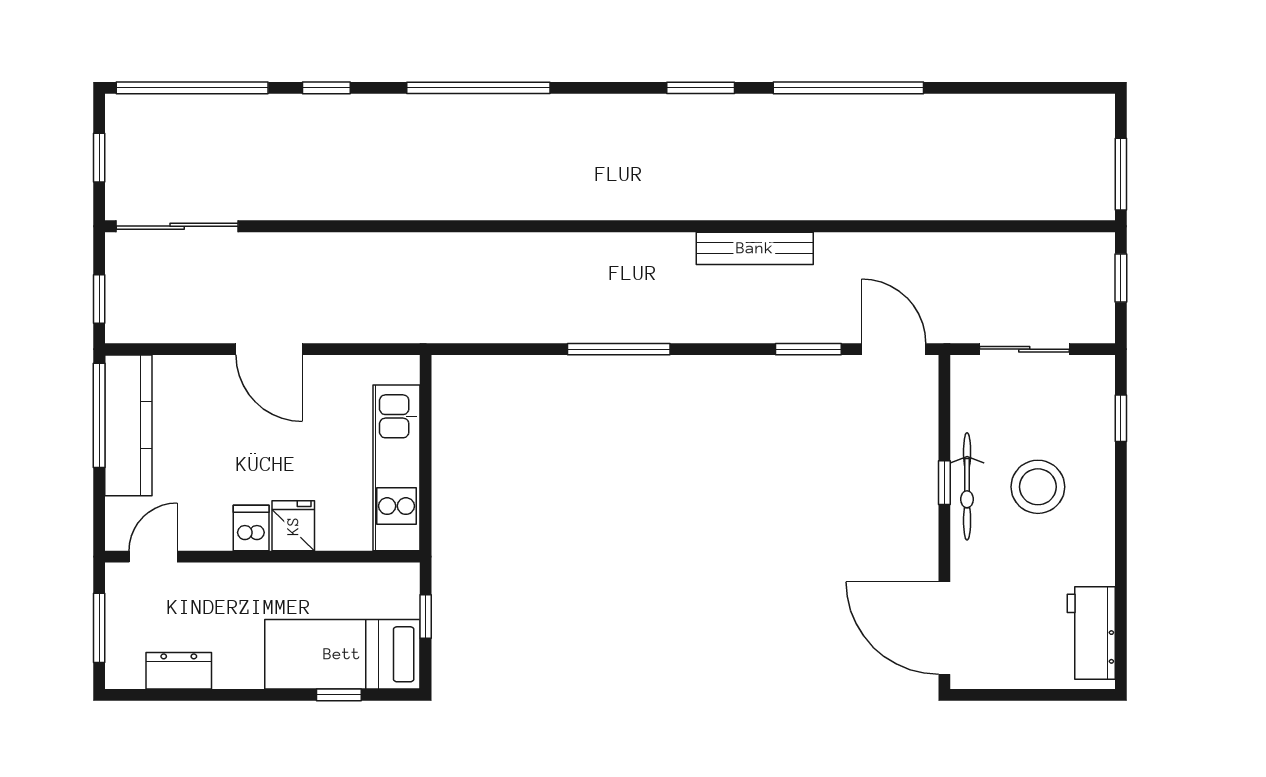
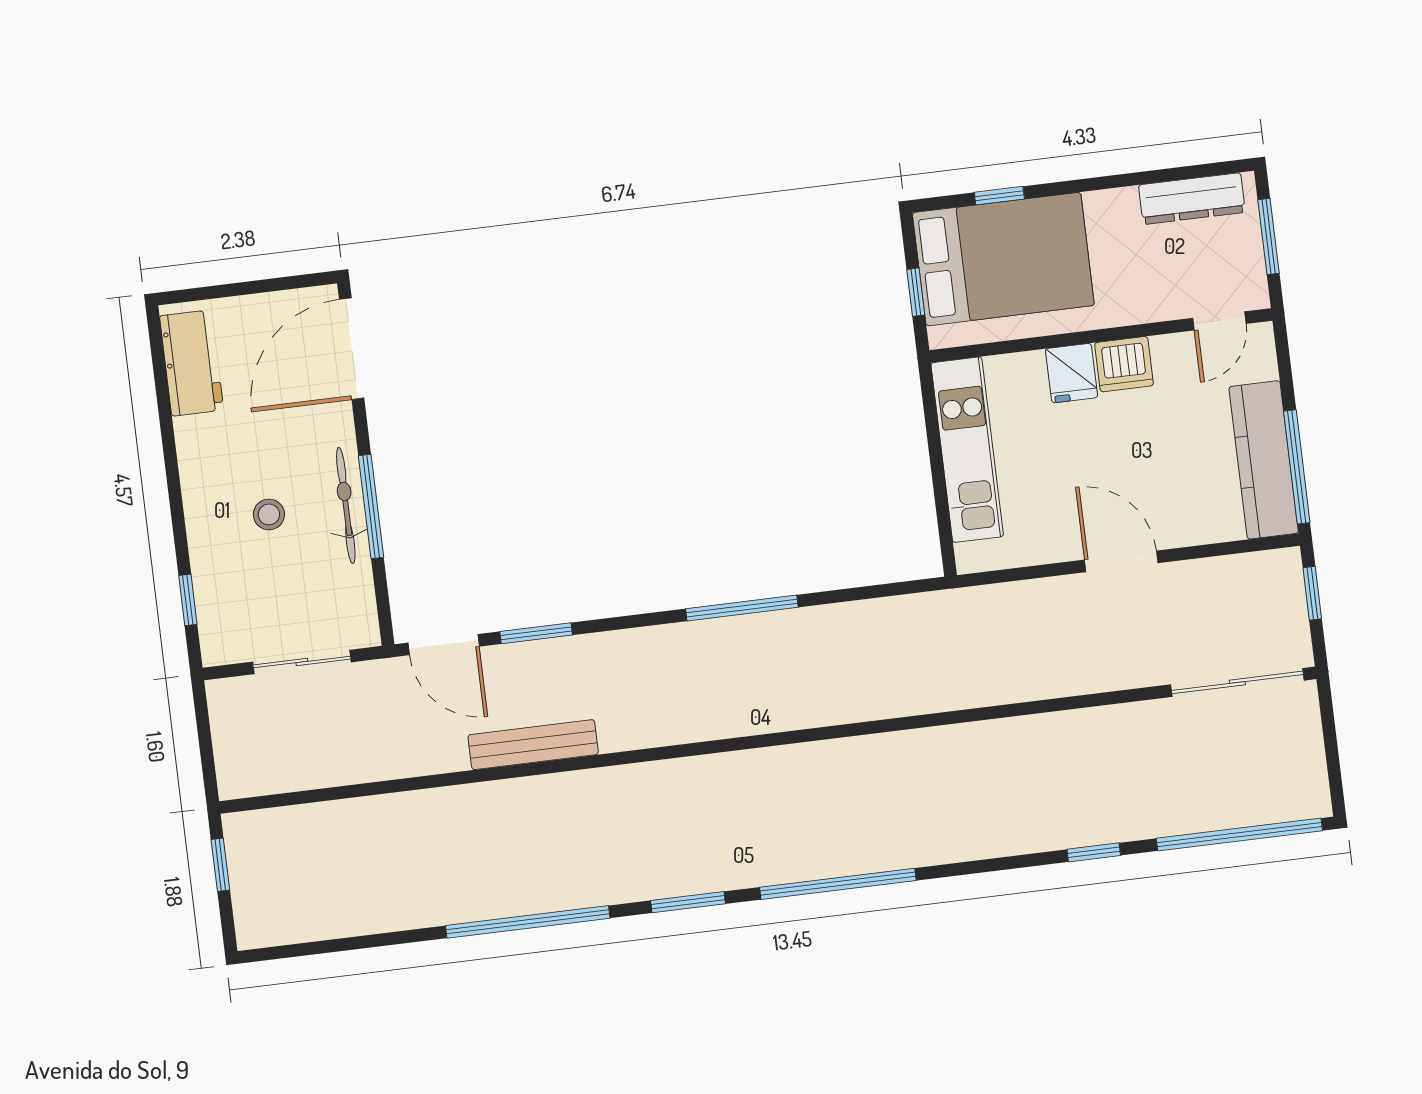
window: (478, 88) -> (838, 884), moved
window: (99, 158) -> (1331, 746), removed
window: (1121, 174) -> (220, 865), width x0.67
bench: (755, 248) -> (533, 745), moved
window: (1121, 278) -> (207, 752), removed
window: (944, 483) -> (371, 507), width x2.17
stool: (1038, 487) -> (269, 514), width x0.53, depth x0.53
dishwasher: (251, 528) -> (1124, 364), width x1.38
door: (944, 628) -> (352, 349), swing flipped
bed: (342, 654) -> (1003, 259), width x1.50
dresser: (179, 671) -> (1192, 199), width x1.44

